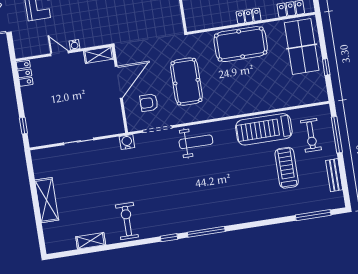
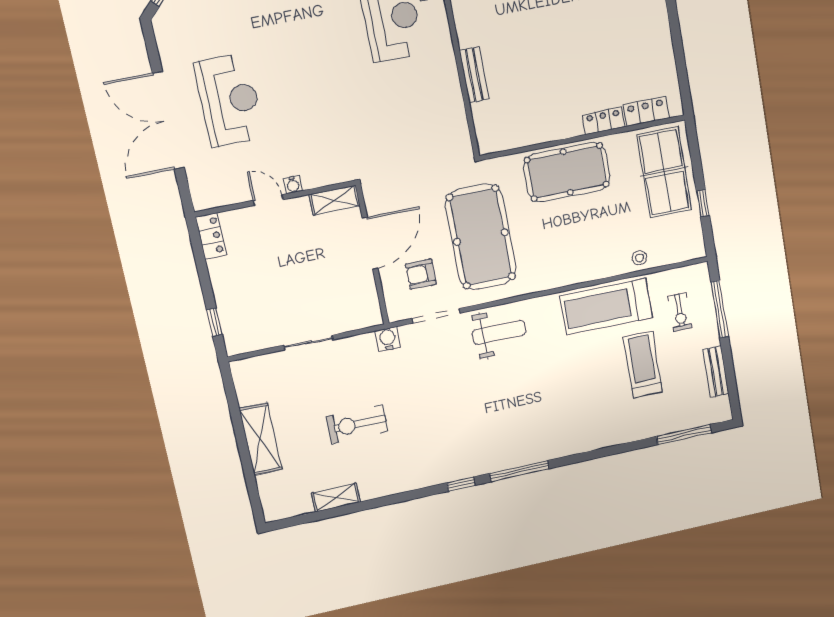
locker: (249, 16) -> (604, 121), moved
pool table: (186, 82) -> (481, 237), width x1.36, depth x1.32
stool: (285, 99) -> (640, 258), added
exercise bike: (311, 135) -> (680, 312), width x0.73, depth x0.72
exercise bike: (127, 221) -> (357, 424), moved, turned -90

